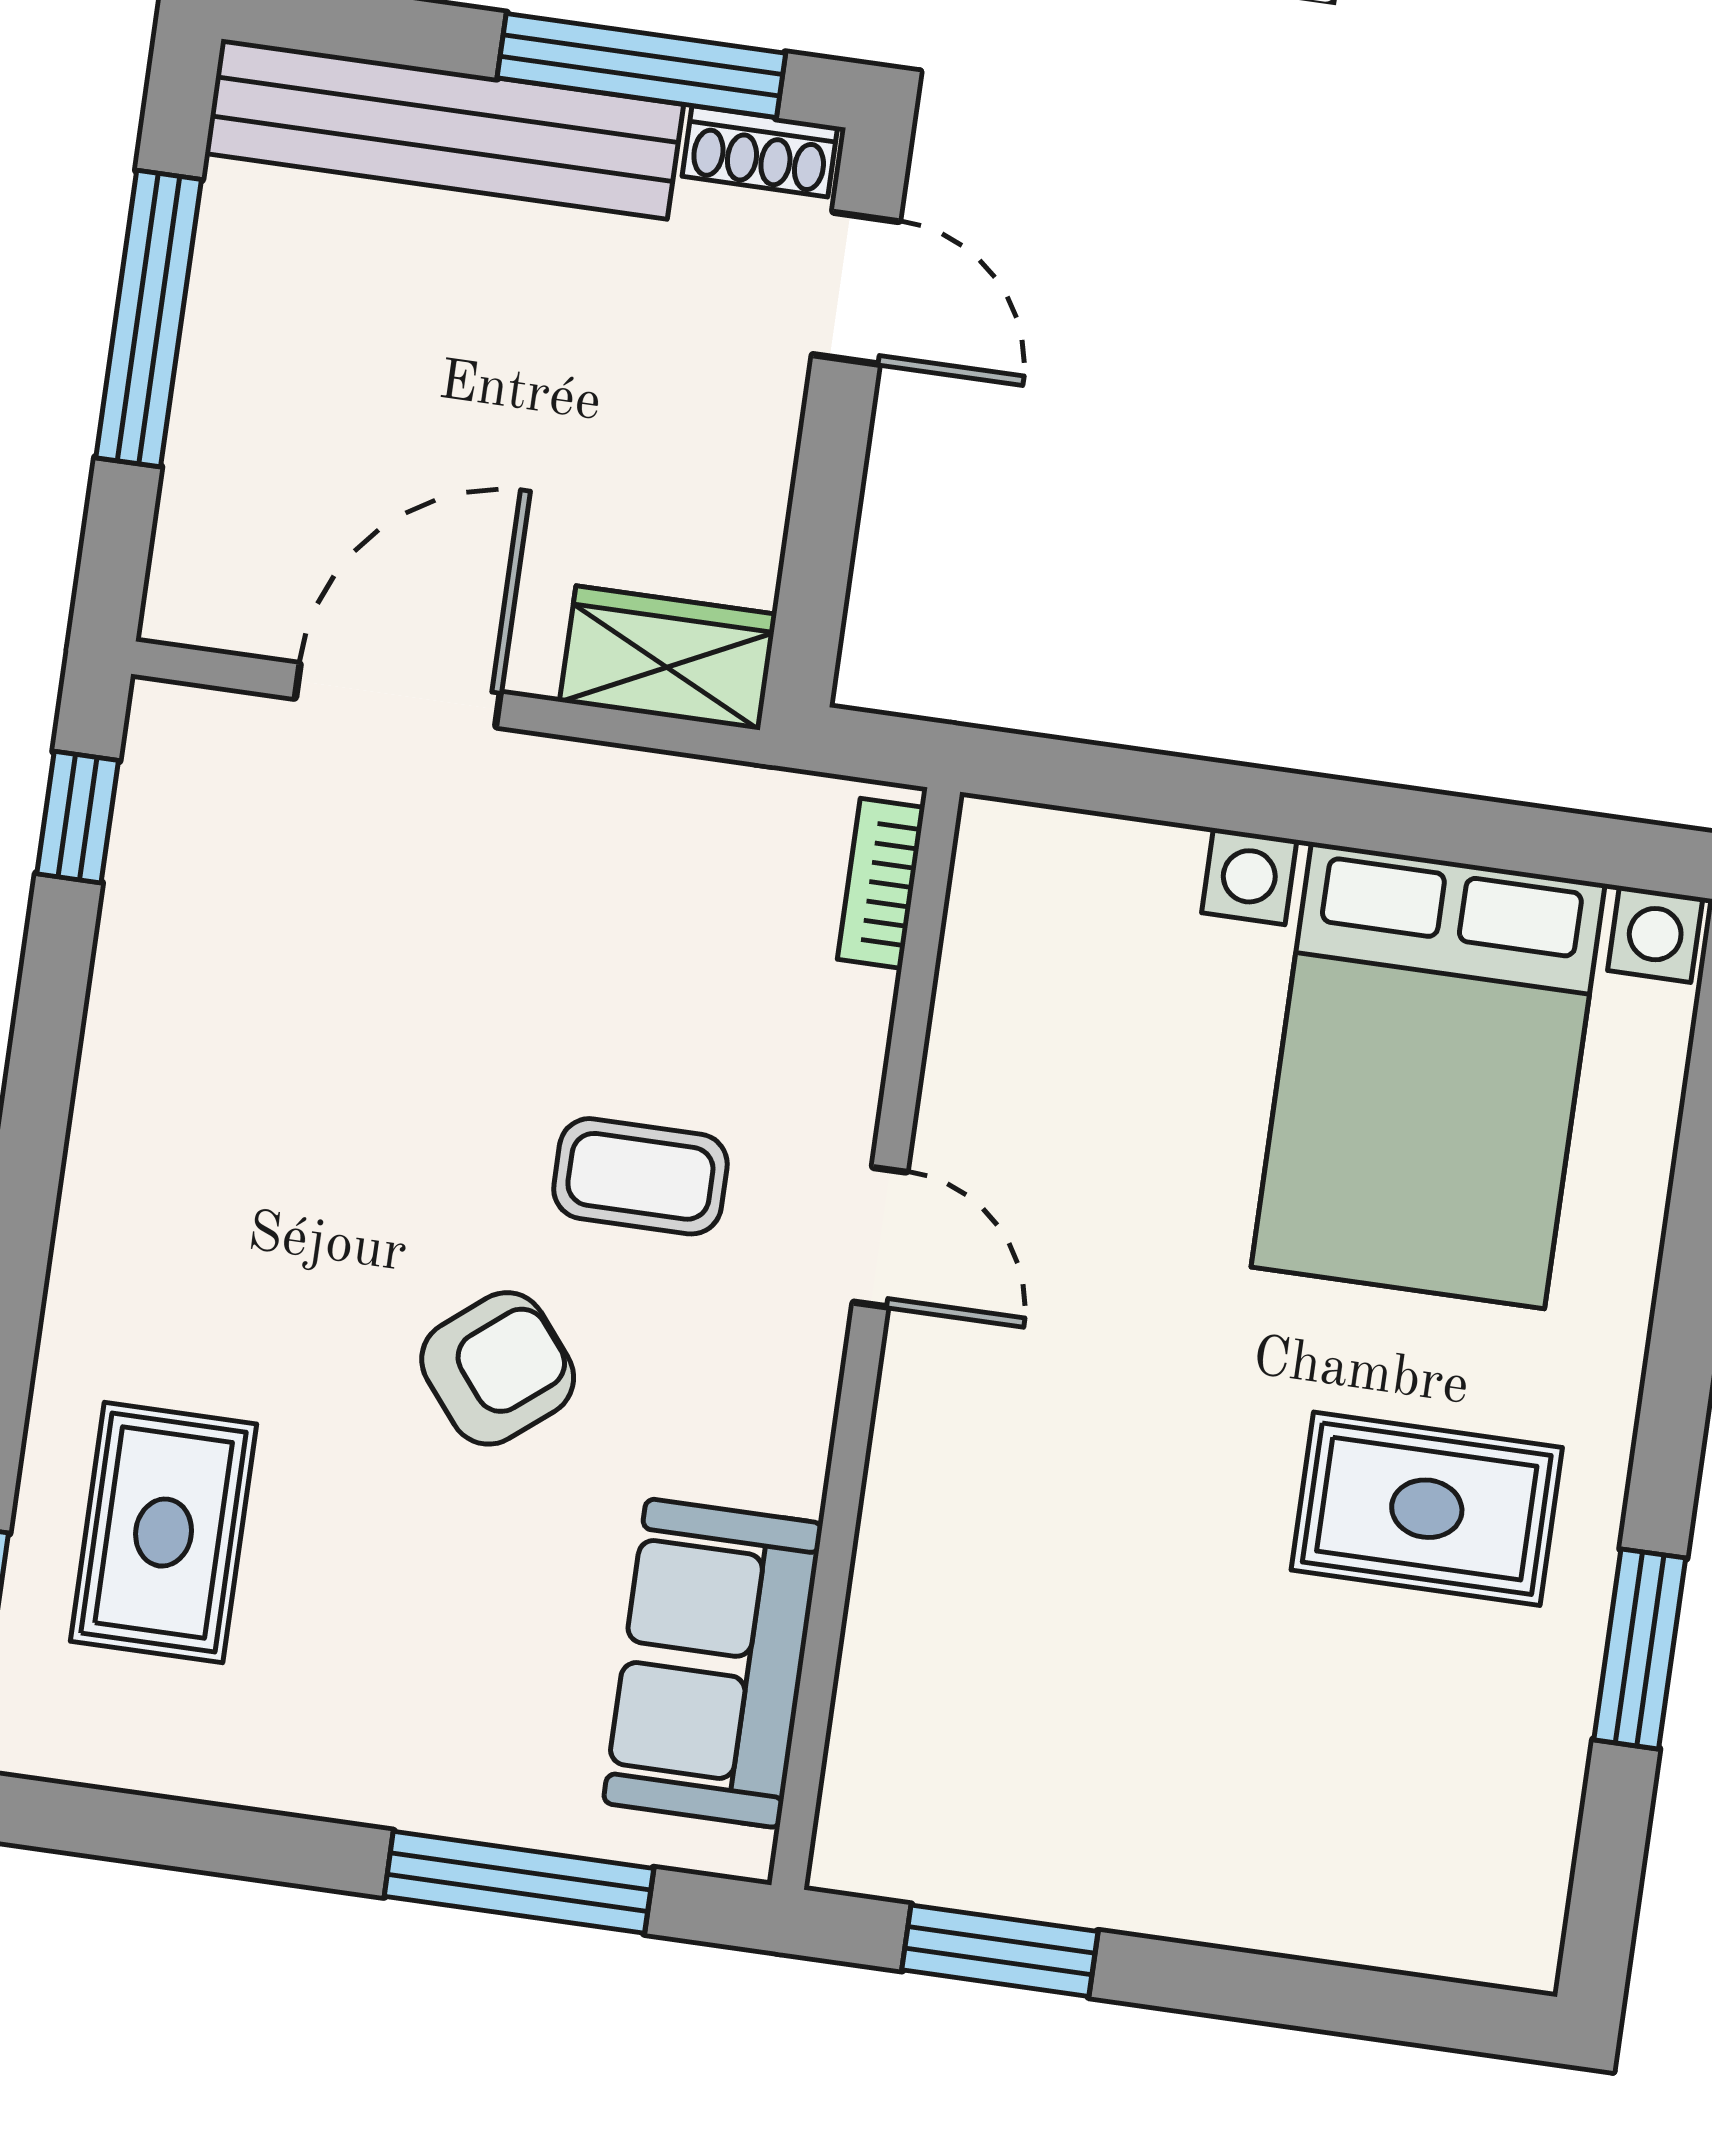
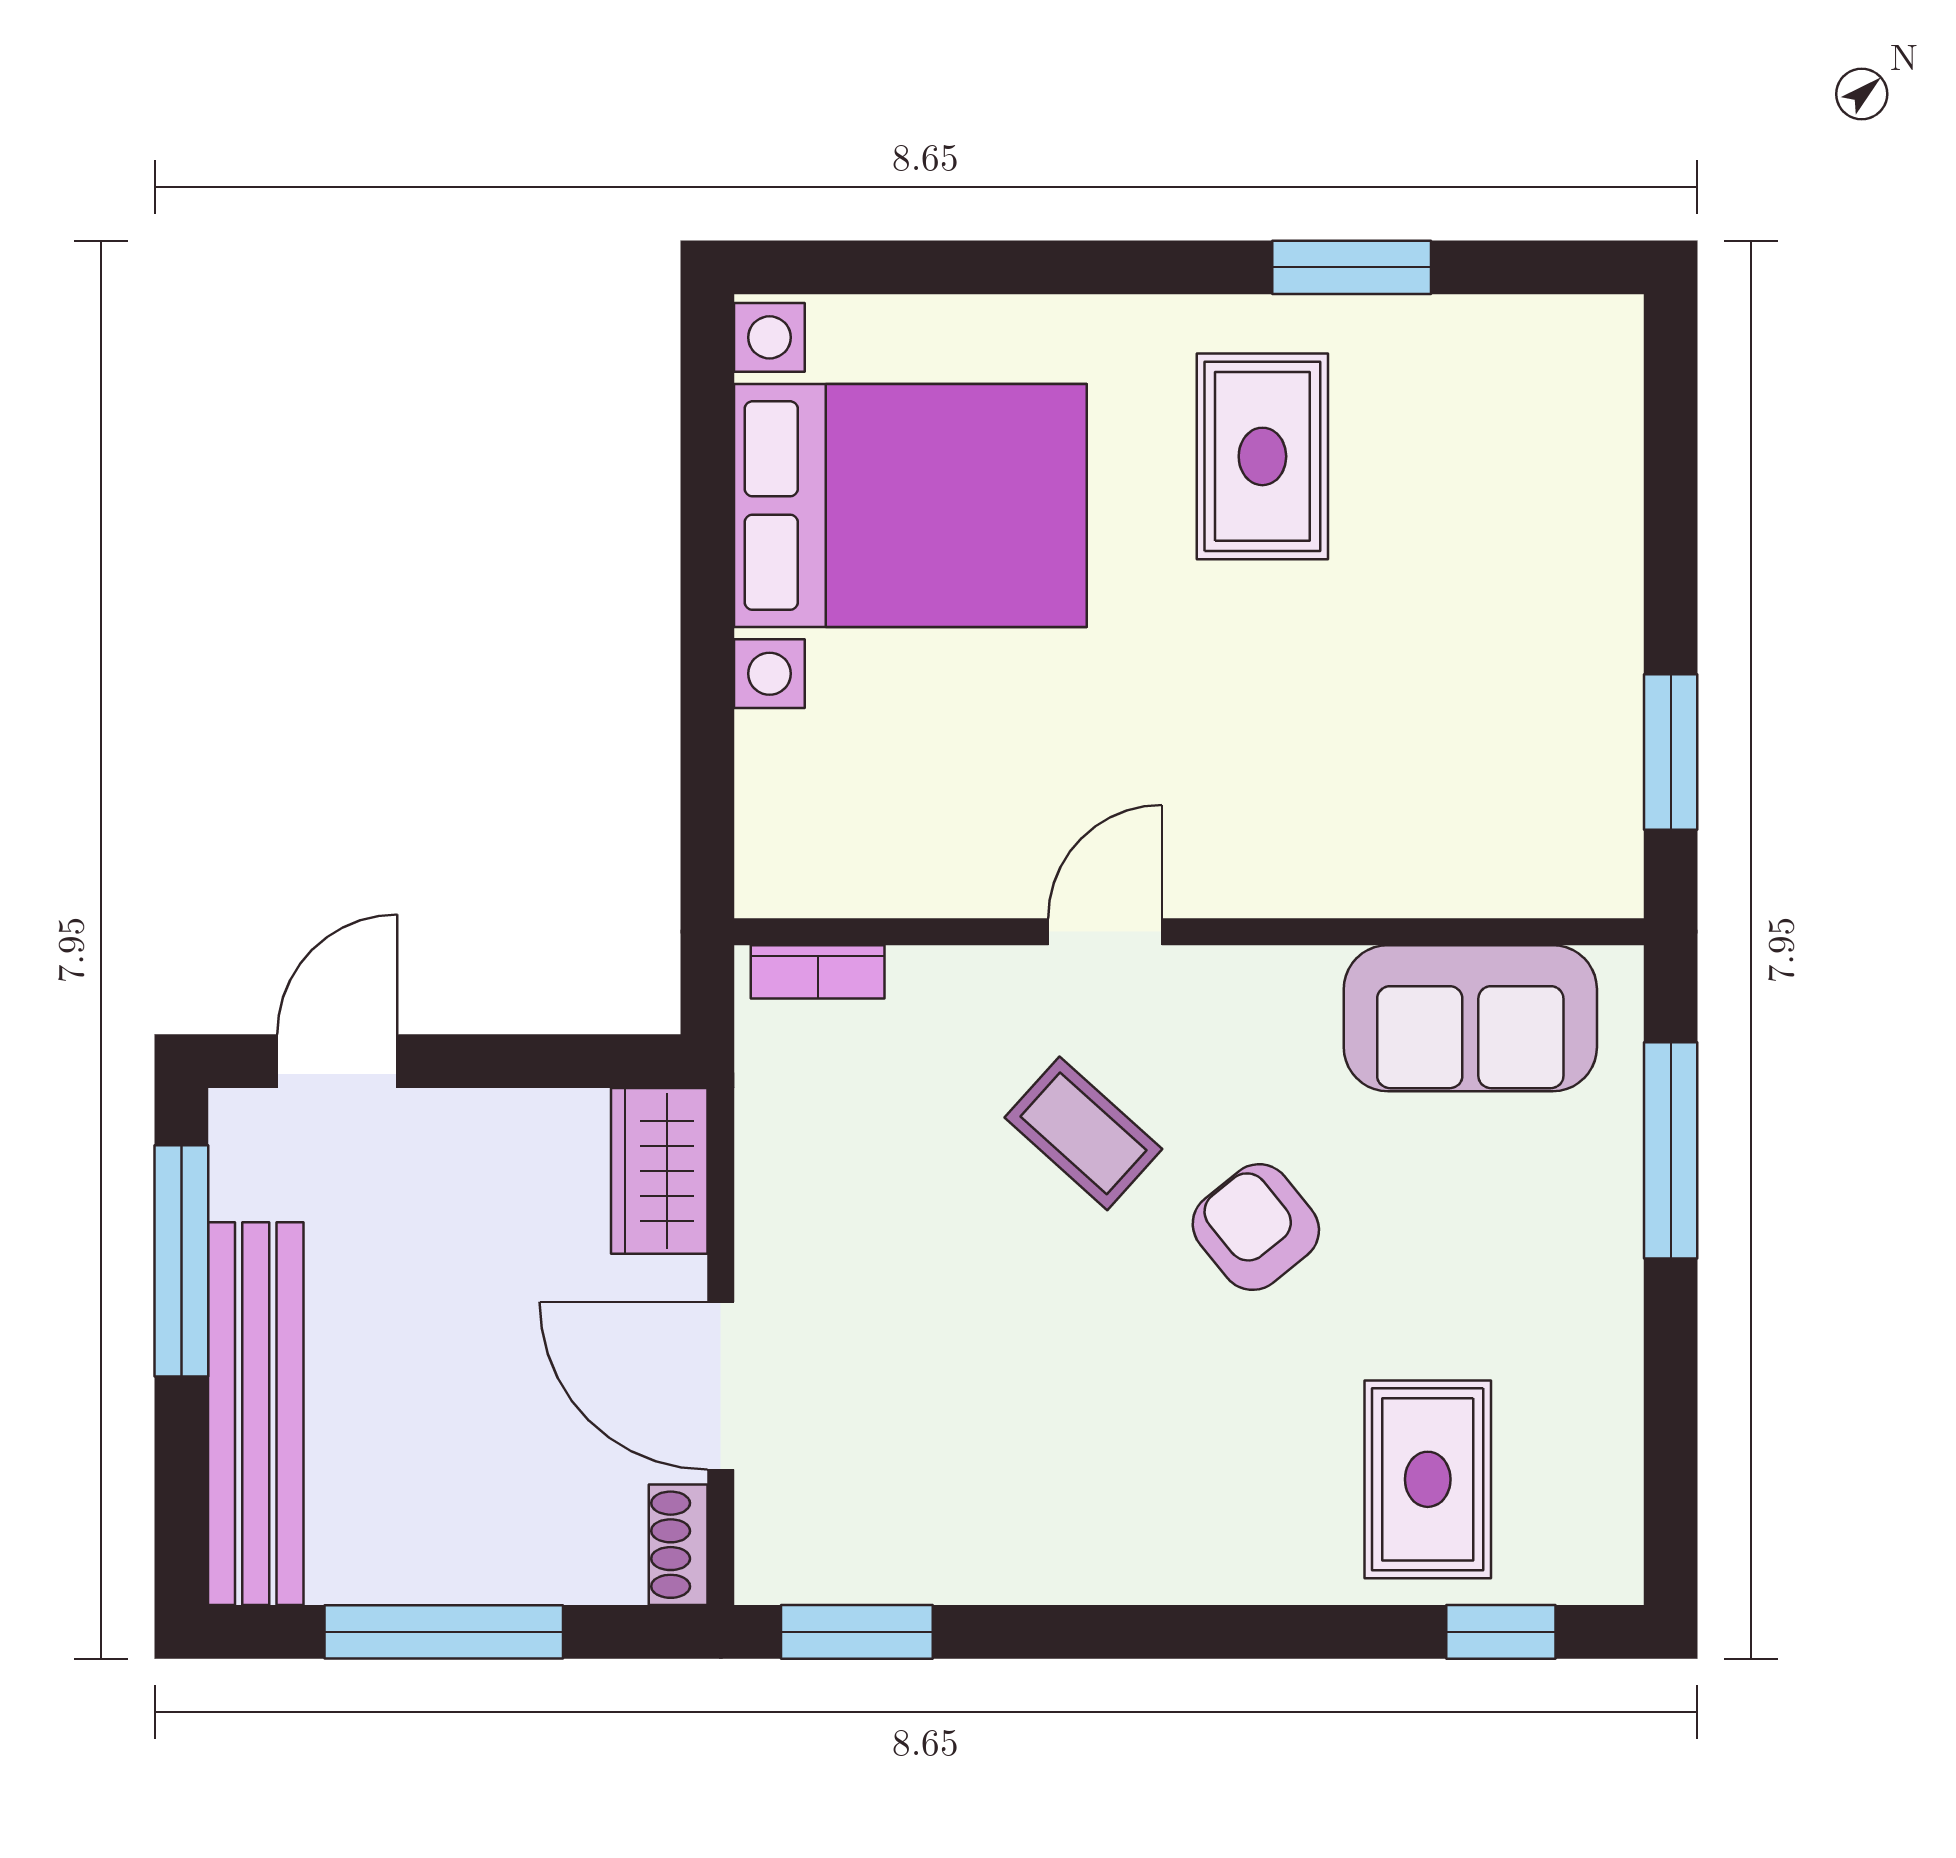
shoe rack: (760, 151) -> (678, 1545), moved, turned 180
window: (78, 817) -> (857, 1632), width x1.50
coffee table: (640, 1176) -> (1083, 1133), turned -48
rug: (164, 1533) -> (1428, 1479), turned 90

